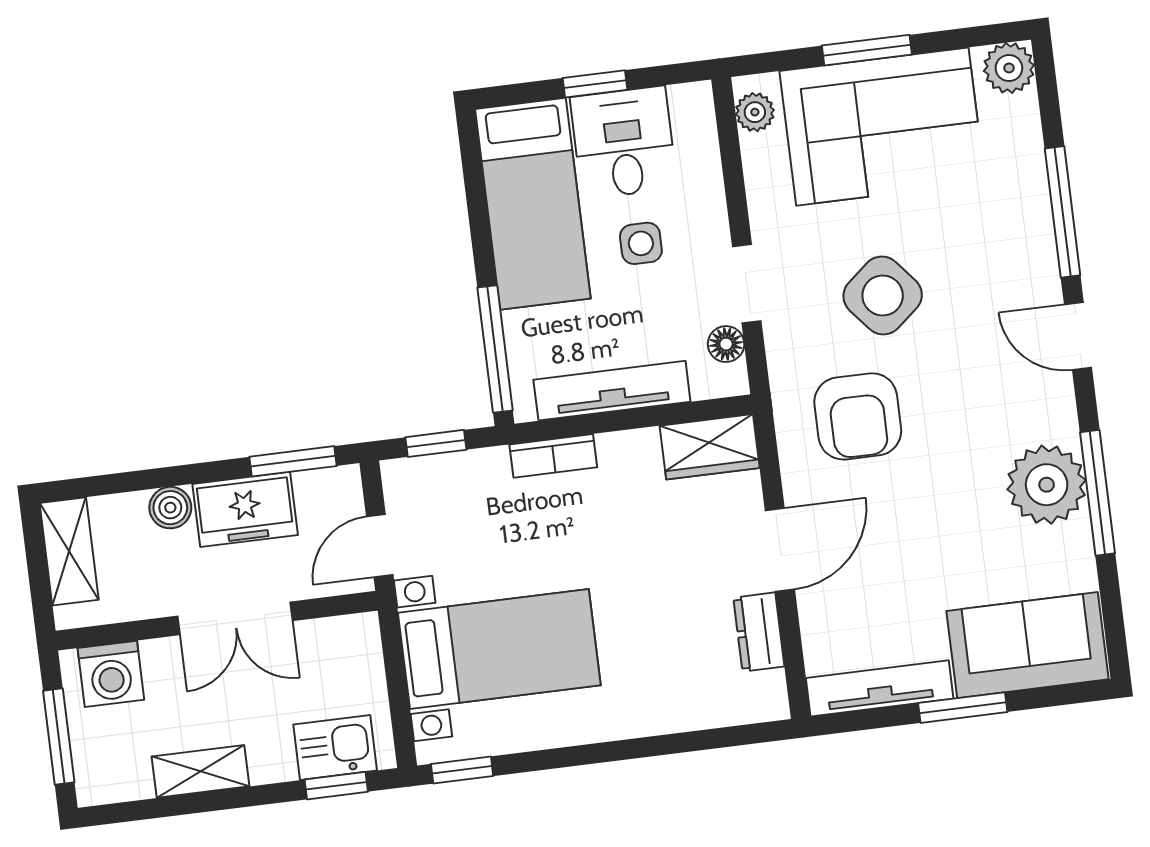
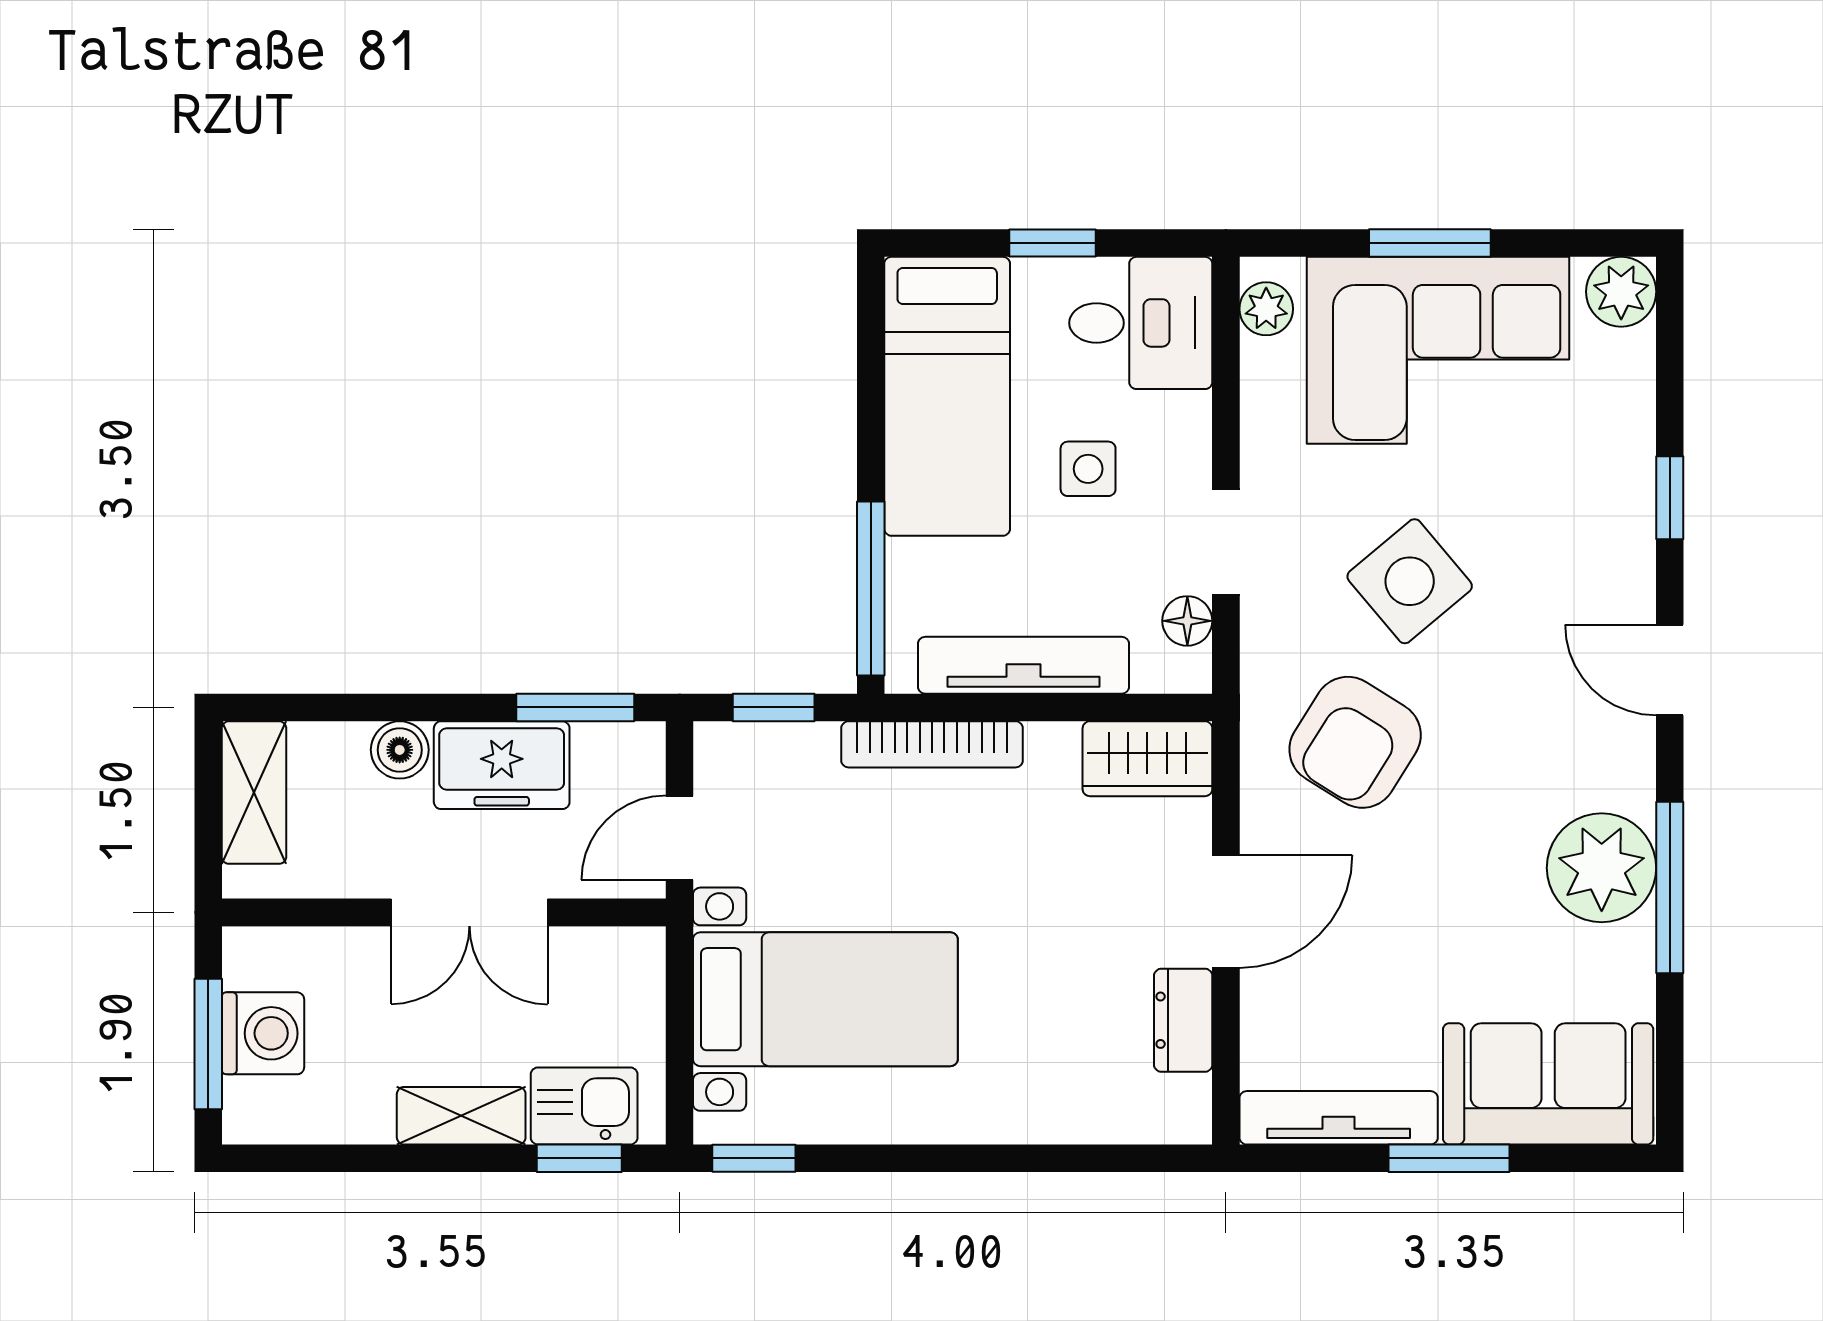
desk: (624, 143) -> (1141, 323), moved, turned 90
window: (1063, 212) -> (1670, 498), width x0.46
armchair: (858, 416) -> (1355, 742), turned 32
bookcase: (553, 456) -> (932, 744), width x1.56
washing machine: (111, 674) -> (263, 1033), moved, turned -90
shelving: (201, 771) -> (461, 1116), moved

